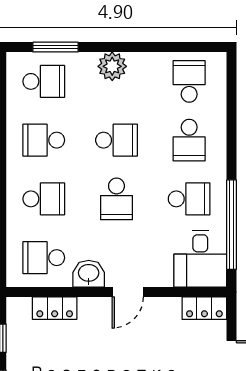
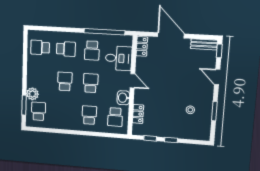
plant: (112, 66) -> (32, 94), moved
school desk: (44, 140) -> (64, 113), removed
school desk: (116, 199) -> (91, 83), turned -90
school desk: (189, 199) -> (92, 50), turned 180
desk: (200, 259) -> (119, 58), moved

